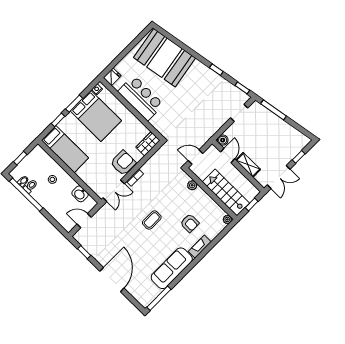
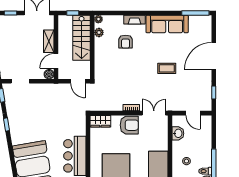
armchair: (123, 163) -> (129, 125), turned 180
plant: (192, 185) -> (99, 32), moved
coffee table: (152, 220) -> (167, 68), moved
armchair: (190, 223) -> (126, 42), turned 180

